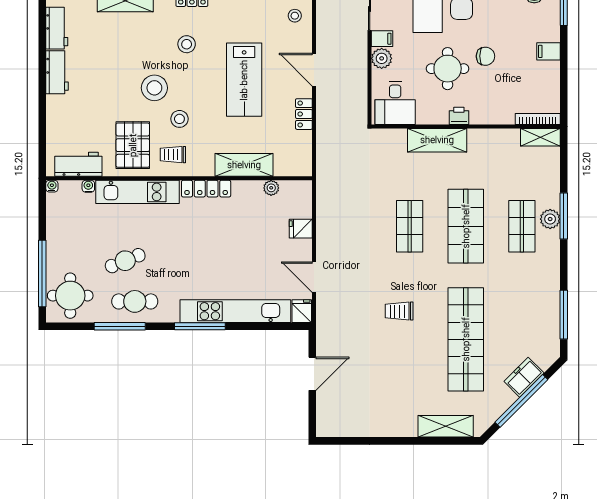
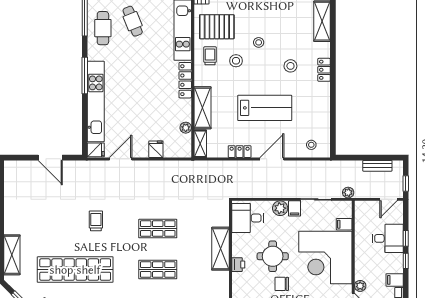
chair: (485, 56) -> (282, 284), turned 90
lab bench: (244, 80) -> (265, 108), turned 180
stool: (154, 88) -> (259, 42), width x0.53, depth x0.53
shelving: (293, 168) -> (200, 144), added
shop shelf: (466, 226) -> (158, 270), width x0.70, depth x0.74

